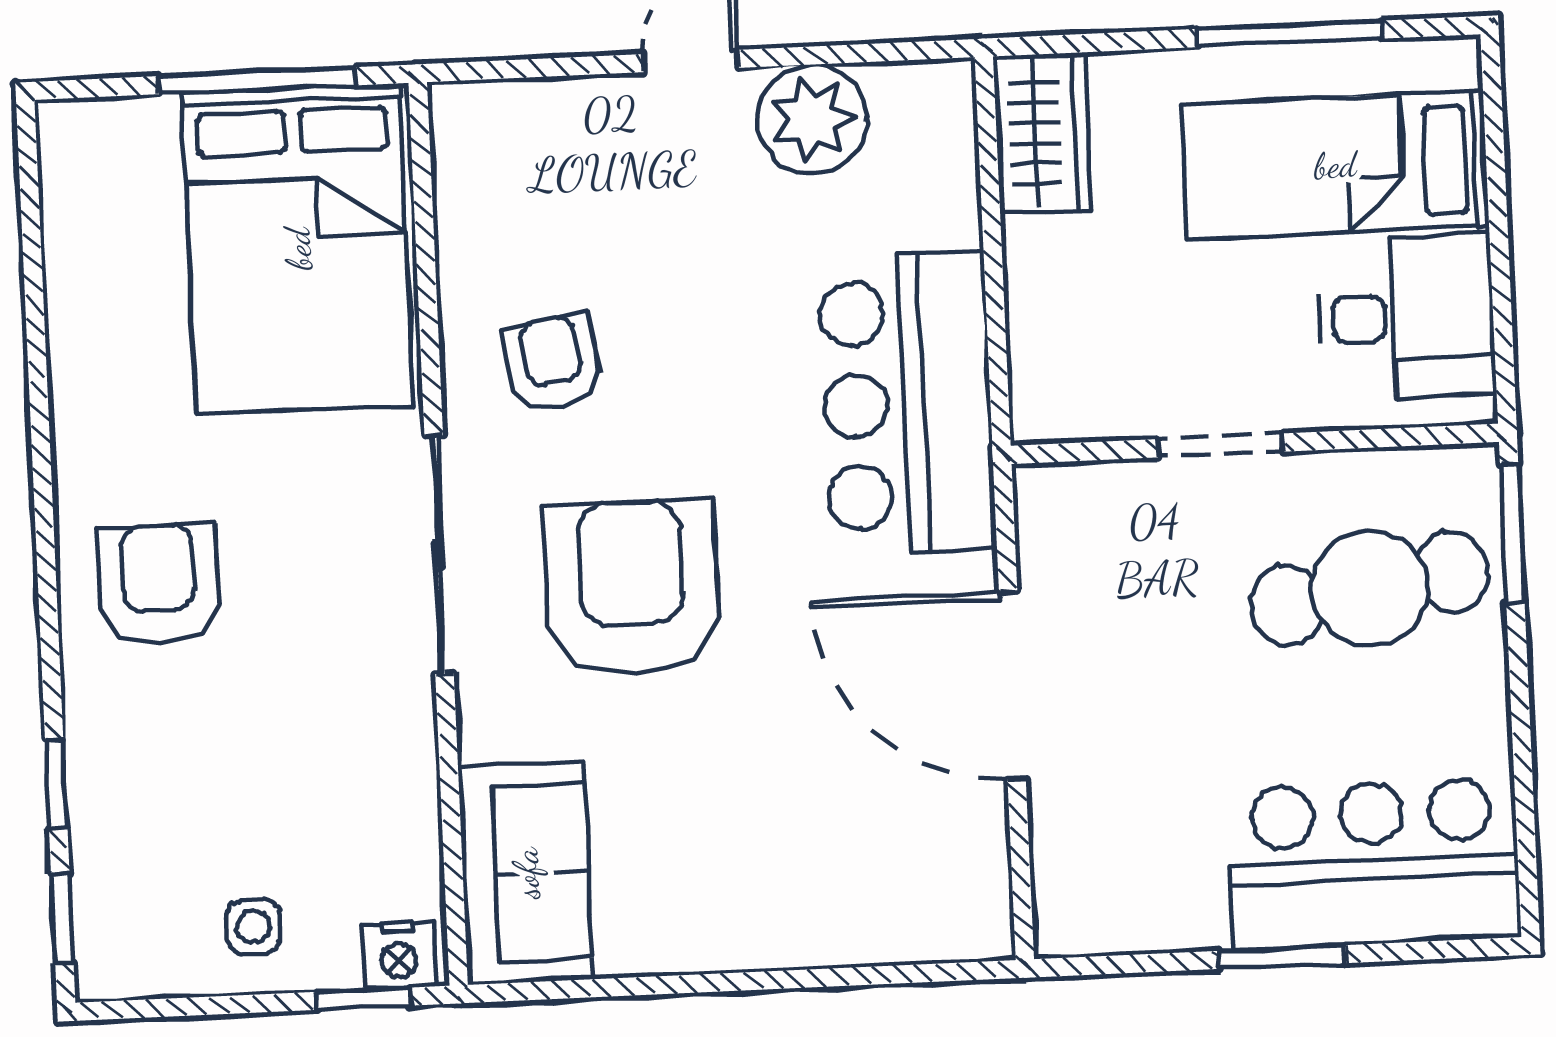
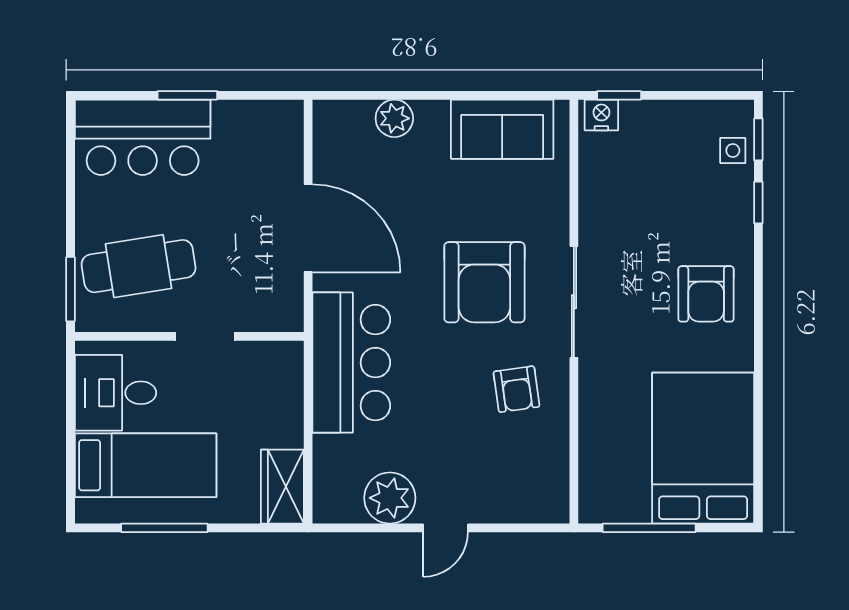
bed: (298, 249) -> (703, 448), moved
sofa: (526, 873) -> (502, 129), moved, turned -90
side table: (254, 927) -> (733, 151), moved
plant: (839, 928) -> (394, 118), added

